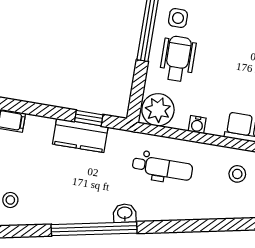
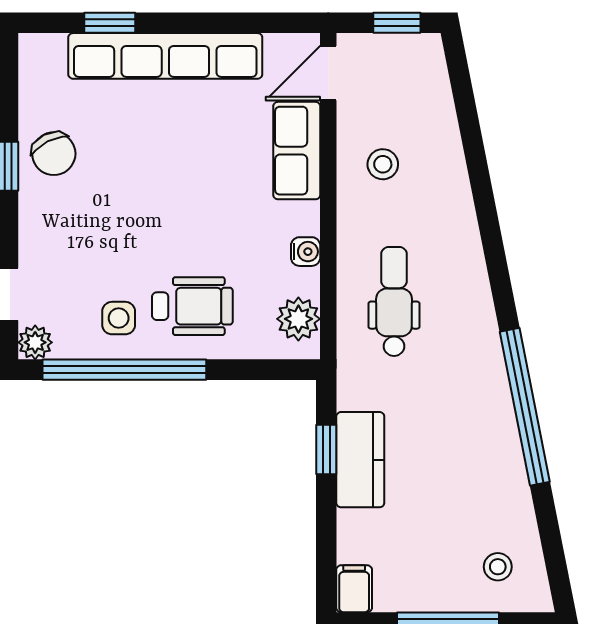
wheelchair: (178, 59) -> (192, 306), turned 180
plant: (158, 110) -> (298, 319), width x0.73, depth x0.73
washbasin: (125, 213) -> (488, 356), removed

